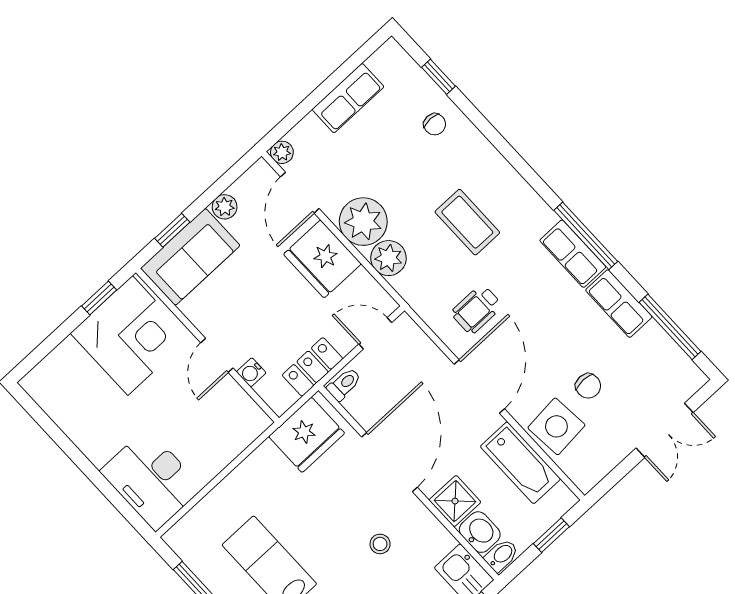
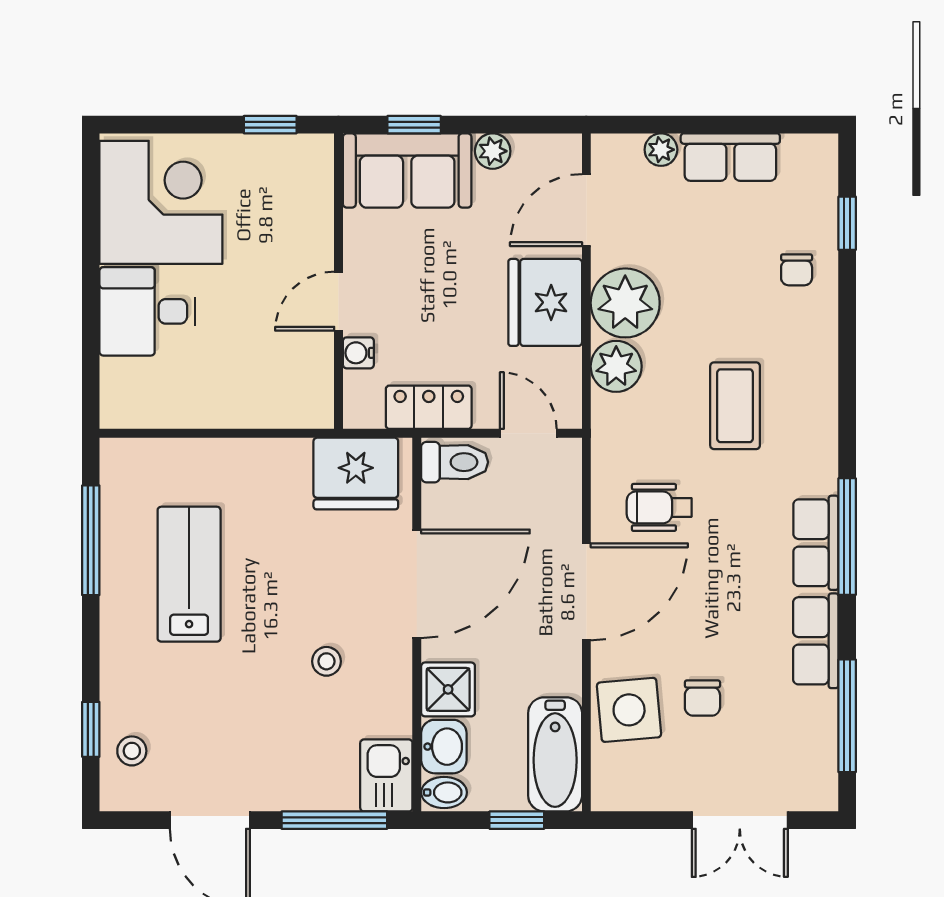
plant: (282, 152) -> (661, 150), moved
corner desk: (130, 336) -> (161, 202), moved, turned -90
toilet: (344, 384) -> (455, 462), width x1.37, depth x1.39
bathtub: (520, 463) -> (555, 754), moved
desk: (151, 480) -> (147, 311), moved, width x0.73

